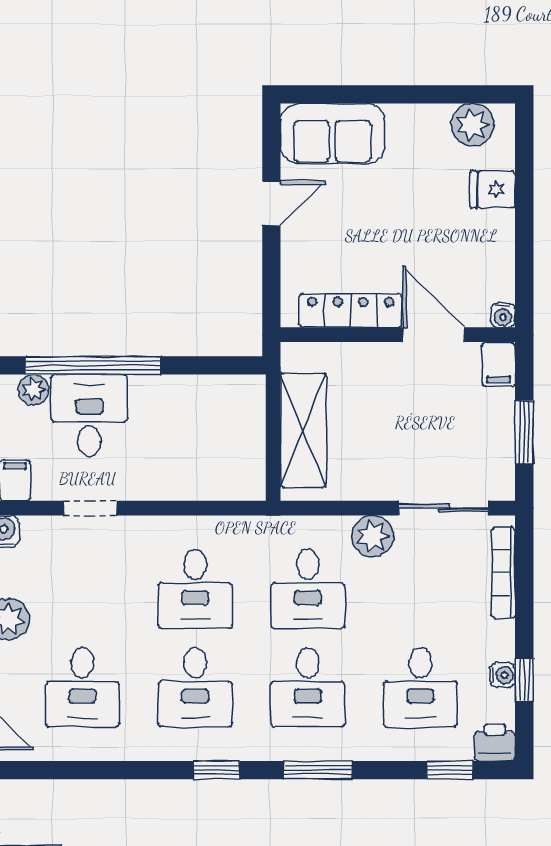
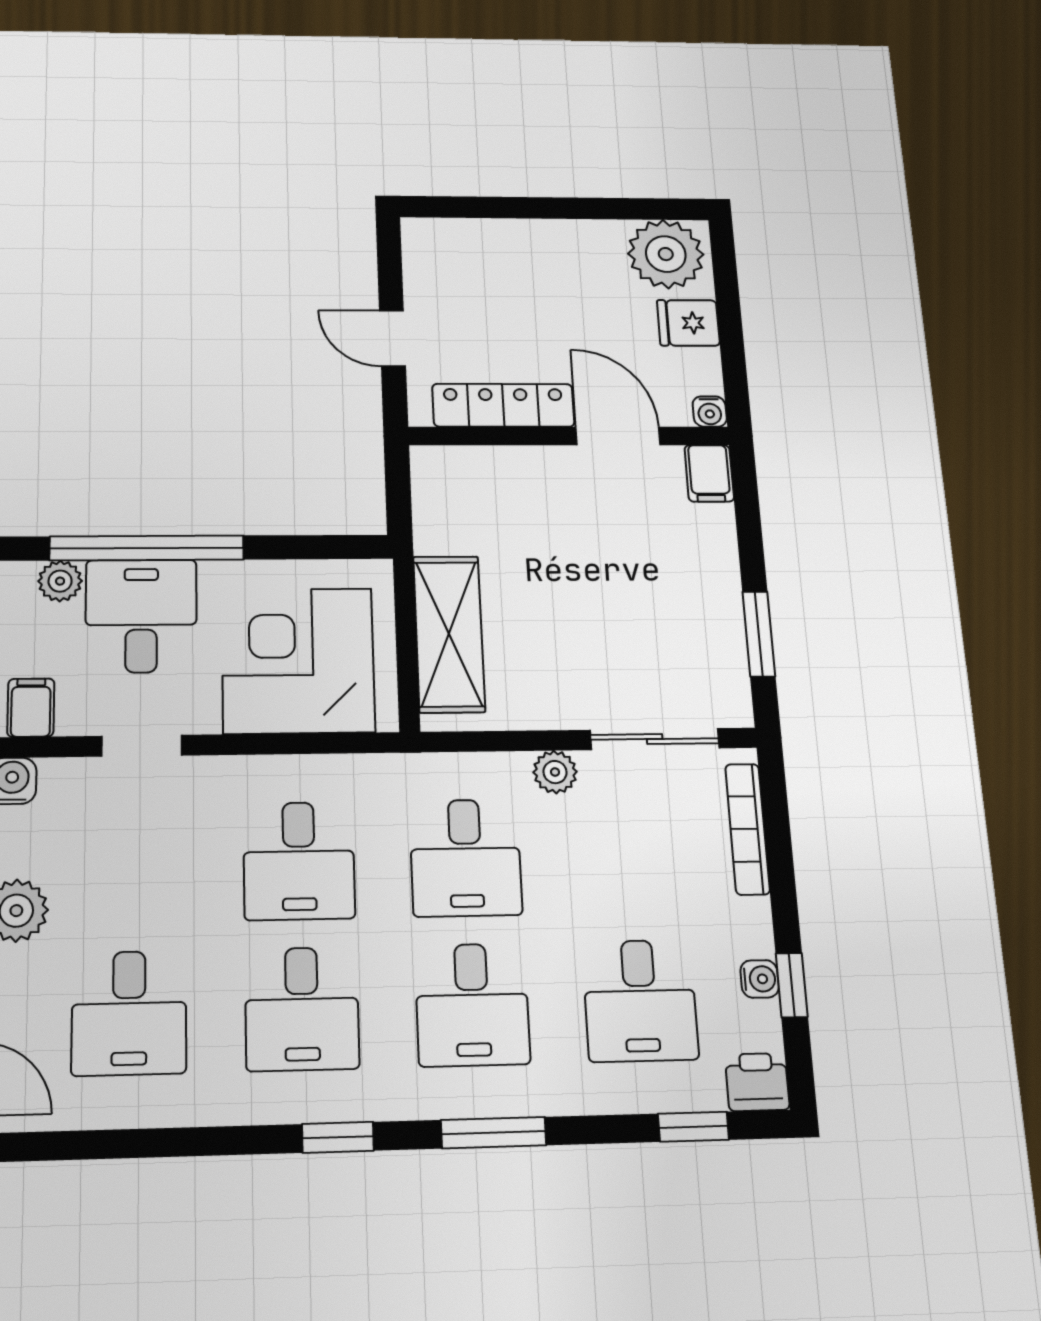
plant: (472, 125) -> (666, 254), width x1.36, depth x1.36
sofa: (332, 134) -> (471, 254), removed
door: (271, 203) -> (392, 338), swing flipped
locker: (351, 310) -> (503, 405), moved
water cooler: (503, 315) -> (710, 412), moved
wall: (398, 335) -> (569, 436), moved
door: (434, 335) -> (618, 436), moved
filing cabinet: (499, 364) -> (709, 473), moved
corner desk: (197, 449) -> (298, 660), added
plant: (372, 536) -> (555, 772), width x0.73, depth x0.73

